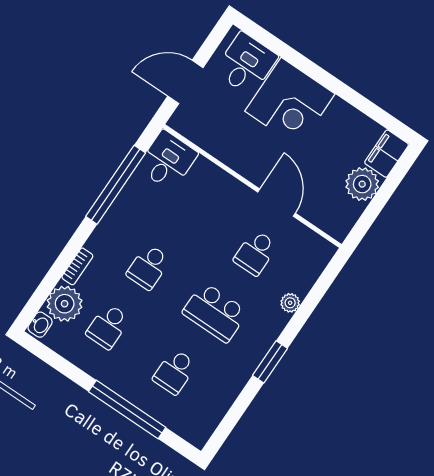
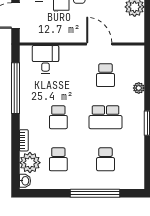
desk: (167, 160) -> (45, 59), moved

